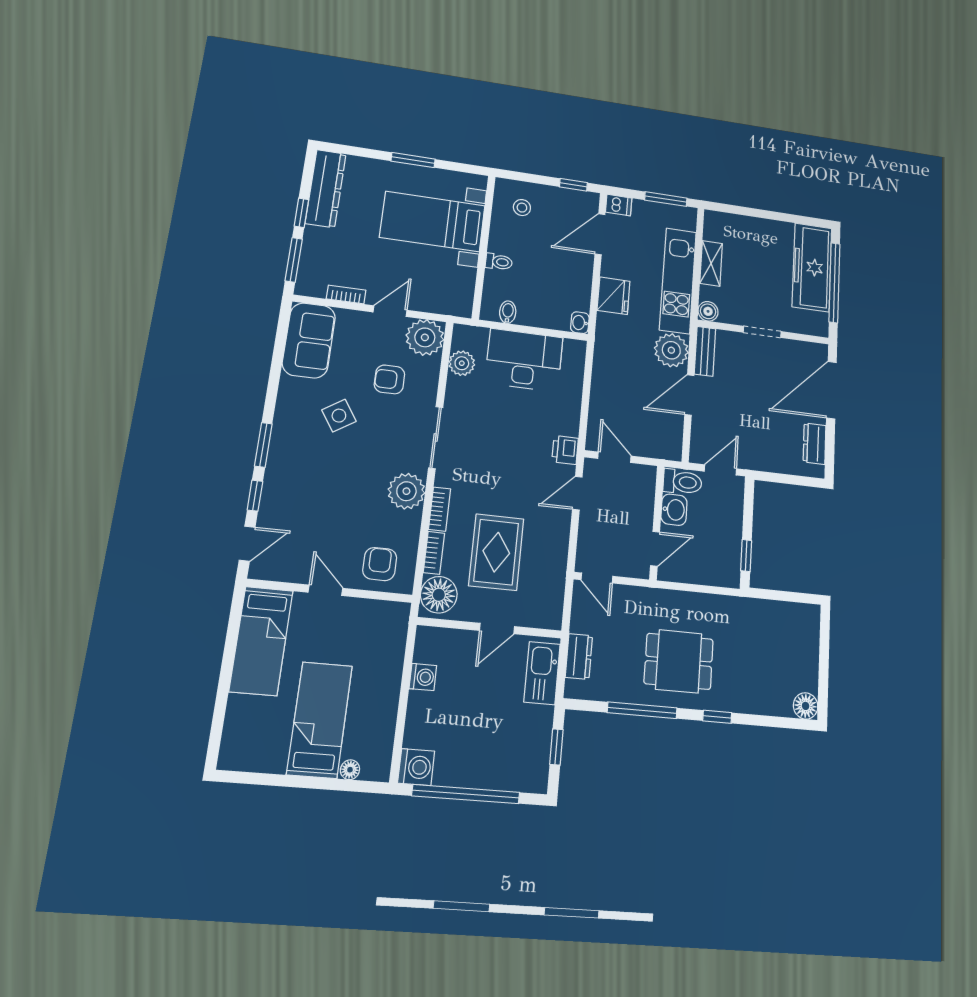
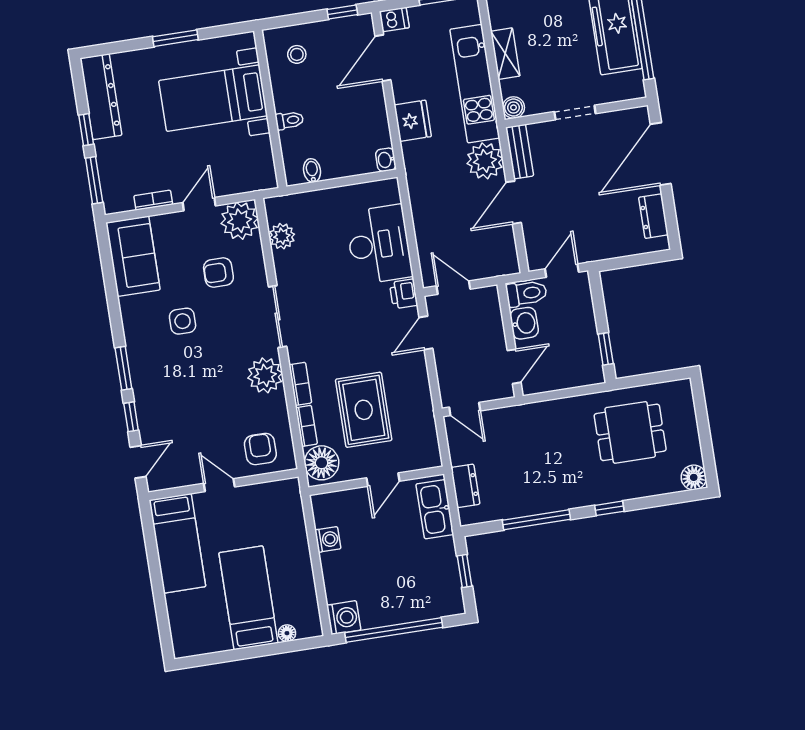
desk: (524, 360) -> (379, 245), moved, turned 90
side table: (339, 416) -> (183, 321), turned 33
dining table: (679, 661) -> (630, 432), moved

